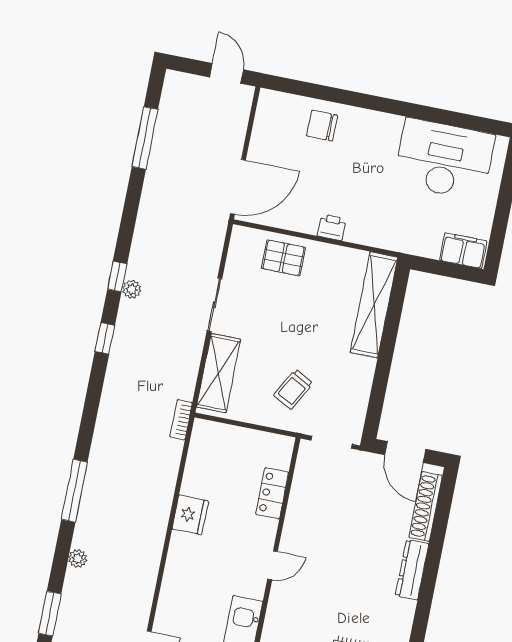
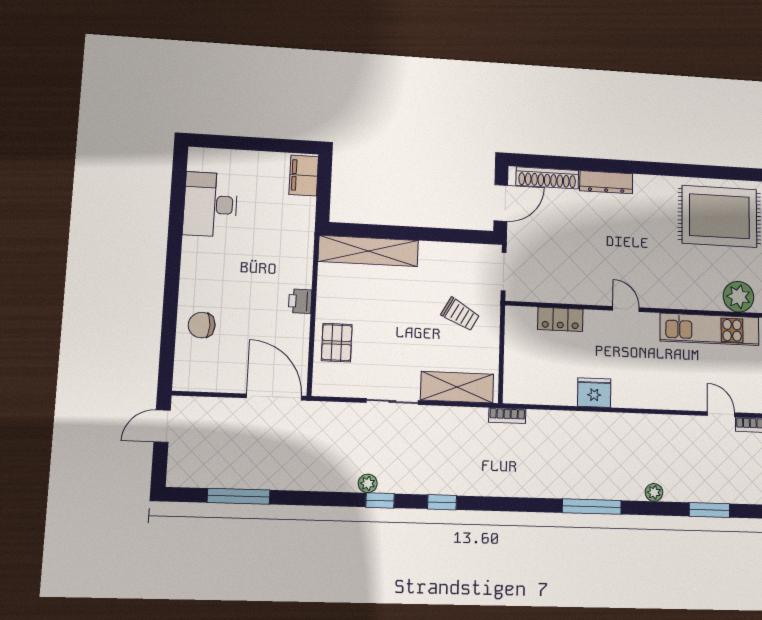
chair: (322, 126) -> (202, 325), turned 90
desk: (444, 159) -> (210, 204), width x0.73, depth x0.77
plant: (132, 289) -> (368, 483), moved

